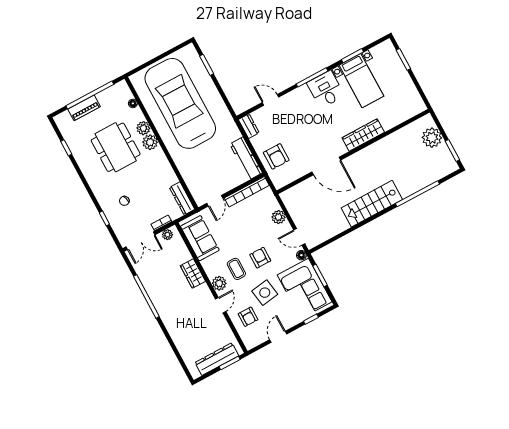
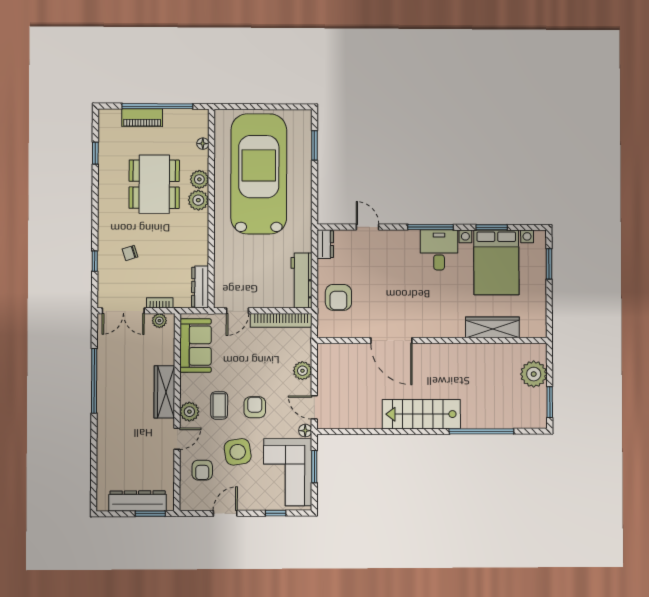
bed with nightstands: (361, 81) -> (496, 262), width x1.36
wardrobe: (363, 135) -> (492, 327), moved
wardrobe: (193, 273) -> (164, 392), width x1.50

